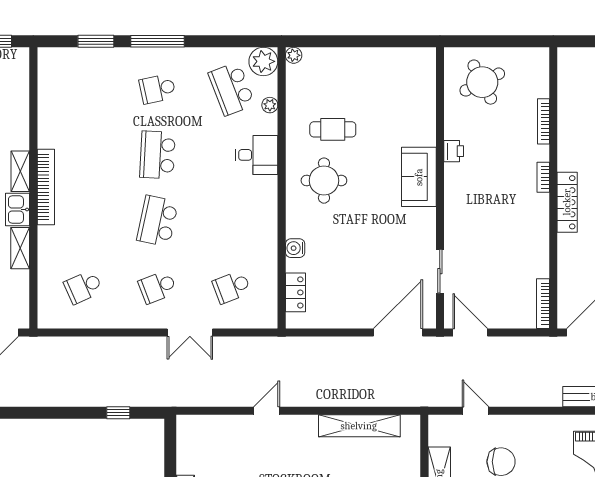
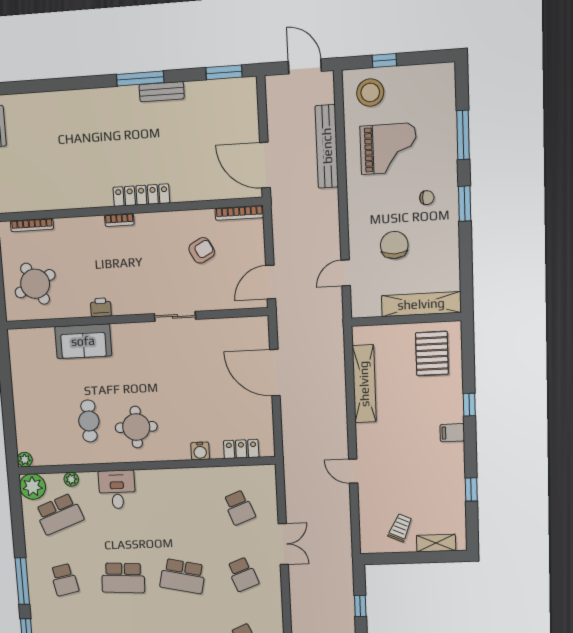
bookcase: (544, 121) -> (32, 225), moved
sofa: (419, 177) -> (83, 341), moved
armchair: (507, 262) -> (202, 250), added
sliding door: (440, 271) -> (175, 316), moved
door: (398, 333) -> (275, 373), moved
trolley: (203, 458) -> (400, 528), added

